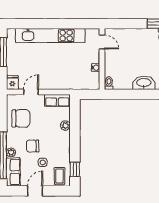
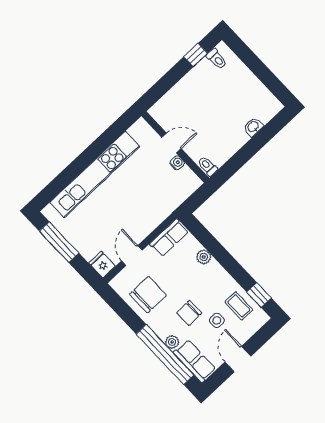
door: (102, 42) -> (171, 143), moved
washbasin: (144, 83) -> (253, 127), width x0.52, depth x0.69
coffee table: (60, 176) -> (239, 306), moved

